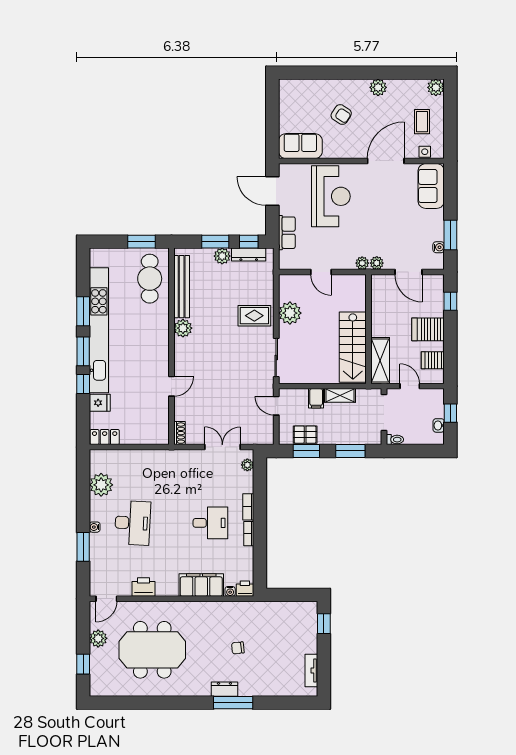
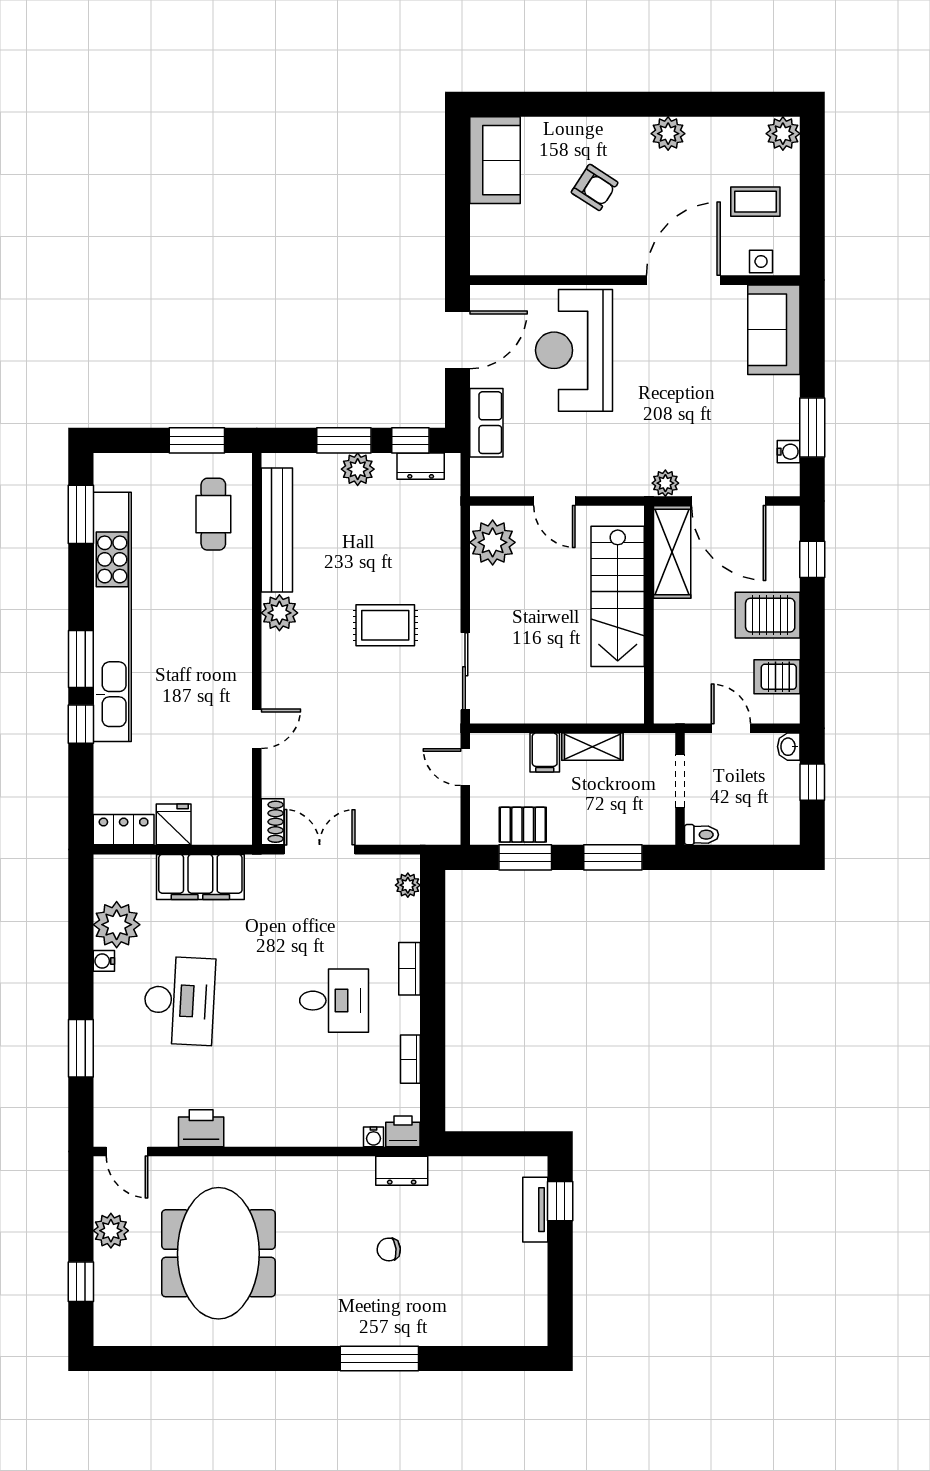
coffee table: (422, 122) -> (755, 202), turned 90
sofa: (300, 146) -> (495, 160), moved, turned 90
door: (272, 191) -> (457, 340), swing flipped
reception desk: (331, 196) -> (574, 350), turned 180
dresser: (249, 254) -> (421, 466), width x0.70
plant: (362, 263) -> (636, 483), removed
door: (408, 272) -> (729, 501), width x1.36
cafe table: (150, 279) -> (213, 514), width x0.73, depth x0.74
window: (83, 311) -> (81, 514), moved
plant: (290, 313) -> (493, 542), moved
rug: (254, 316) -> (385, 625), moved
stairs: (353, 347) -> (618, 596), moved
shelving: (380, 361) -> (672, 552), moved
fridge: (100, 403) -> (174, 824), moved, turned -90
doorway: (384, 413) -> (680, 781), width x0.73
washbasin: (439, 425) -> (789, 747), moved
double door: (222, 447) -> (320, 850), moved
water cooler: (95, 527) -> (104, 961), moved
bookcase: (249, 534) -> (410, 1059), moved
filing cabinet: (201, 585) -> (200, 877), moved, turned 180
door: (106, 599) -> (127, 1151), hinge flipped
meeting table: (152, 650) -> (218, 1253), turned 90
tv unit: (311, 670) -> (535, 1210), moved
dresser: (224, 689) -> (402, 1171), moved, turned 180

